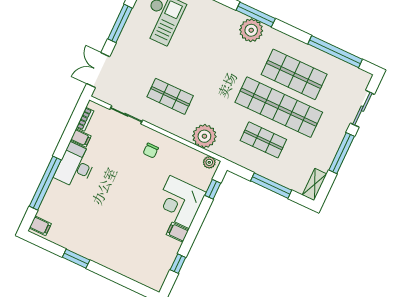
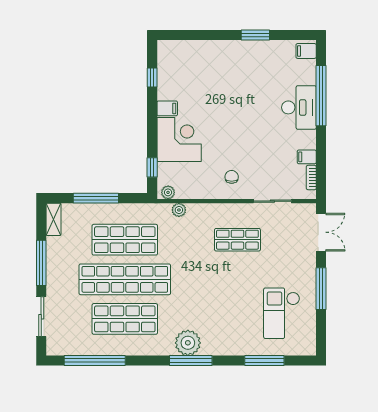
plant: (204, 136) -> (179, 210), width x0.53, depth x0.53
shop shelf: (263, 140) -> (125, 240), width x1.43, depth x1.36
desk: (76, 166) -> (299, 107), moved

